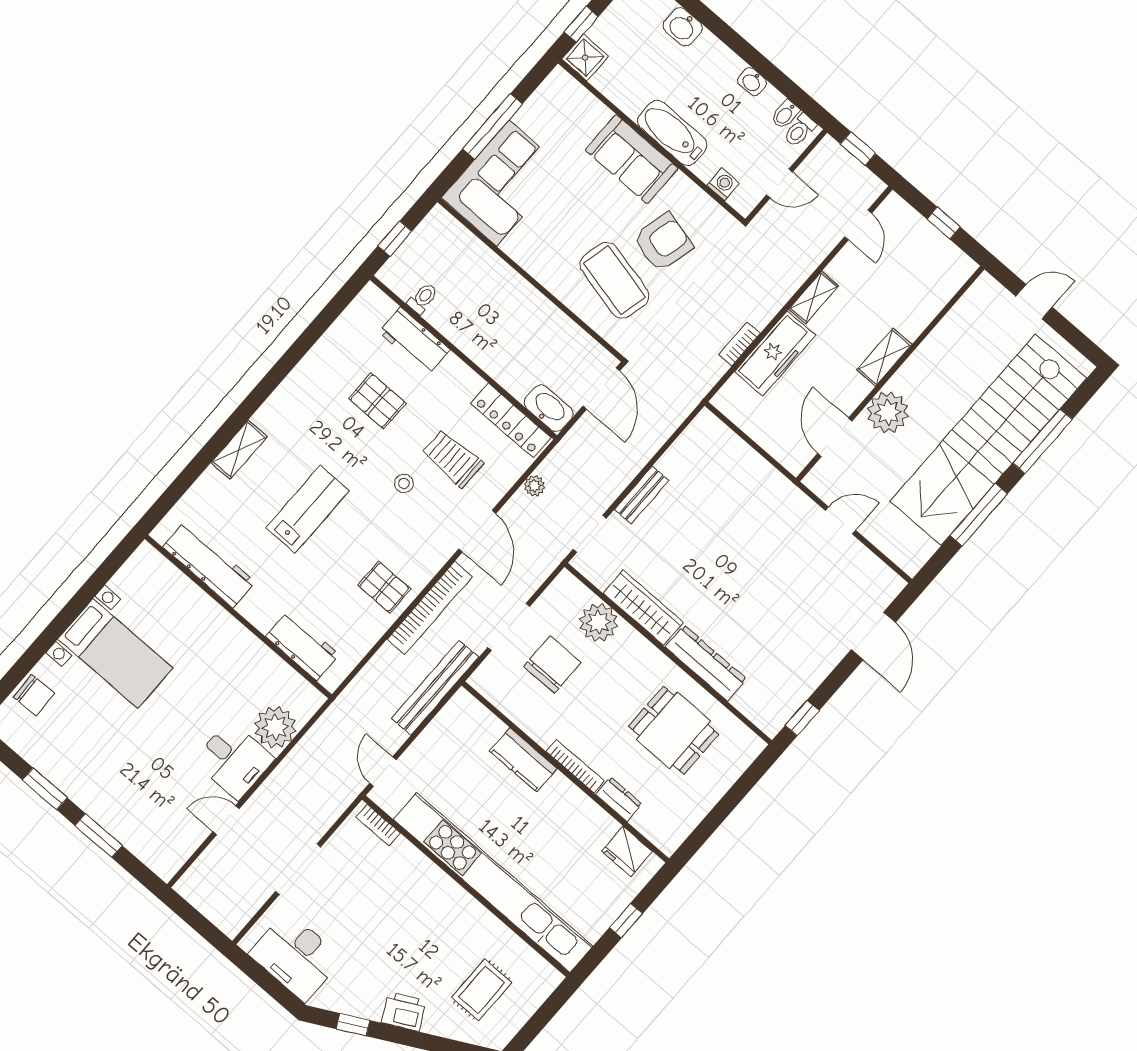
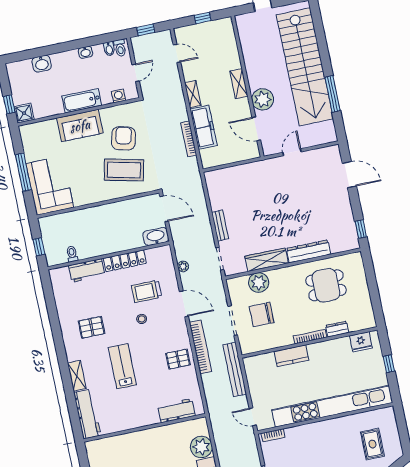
bookcase: (739, 344) -> (189, 139), width x1.56
pallet: (377, 401) -> (92, 327), moved
locker: (511, 420) -> (125, 261), moved
window: (1043, 441) -> (322, 45), removed
workbench: (209, 564) -> (87, 414), moved, turned 90
chair: (552, 665) -> (262, 314), turned -90

